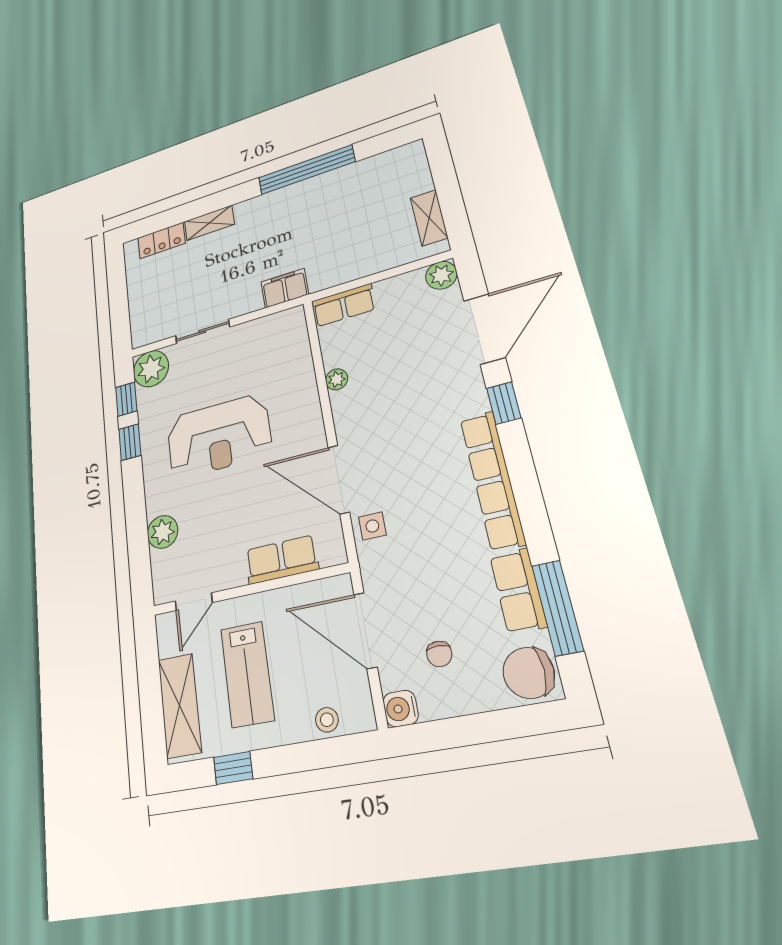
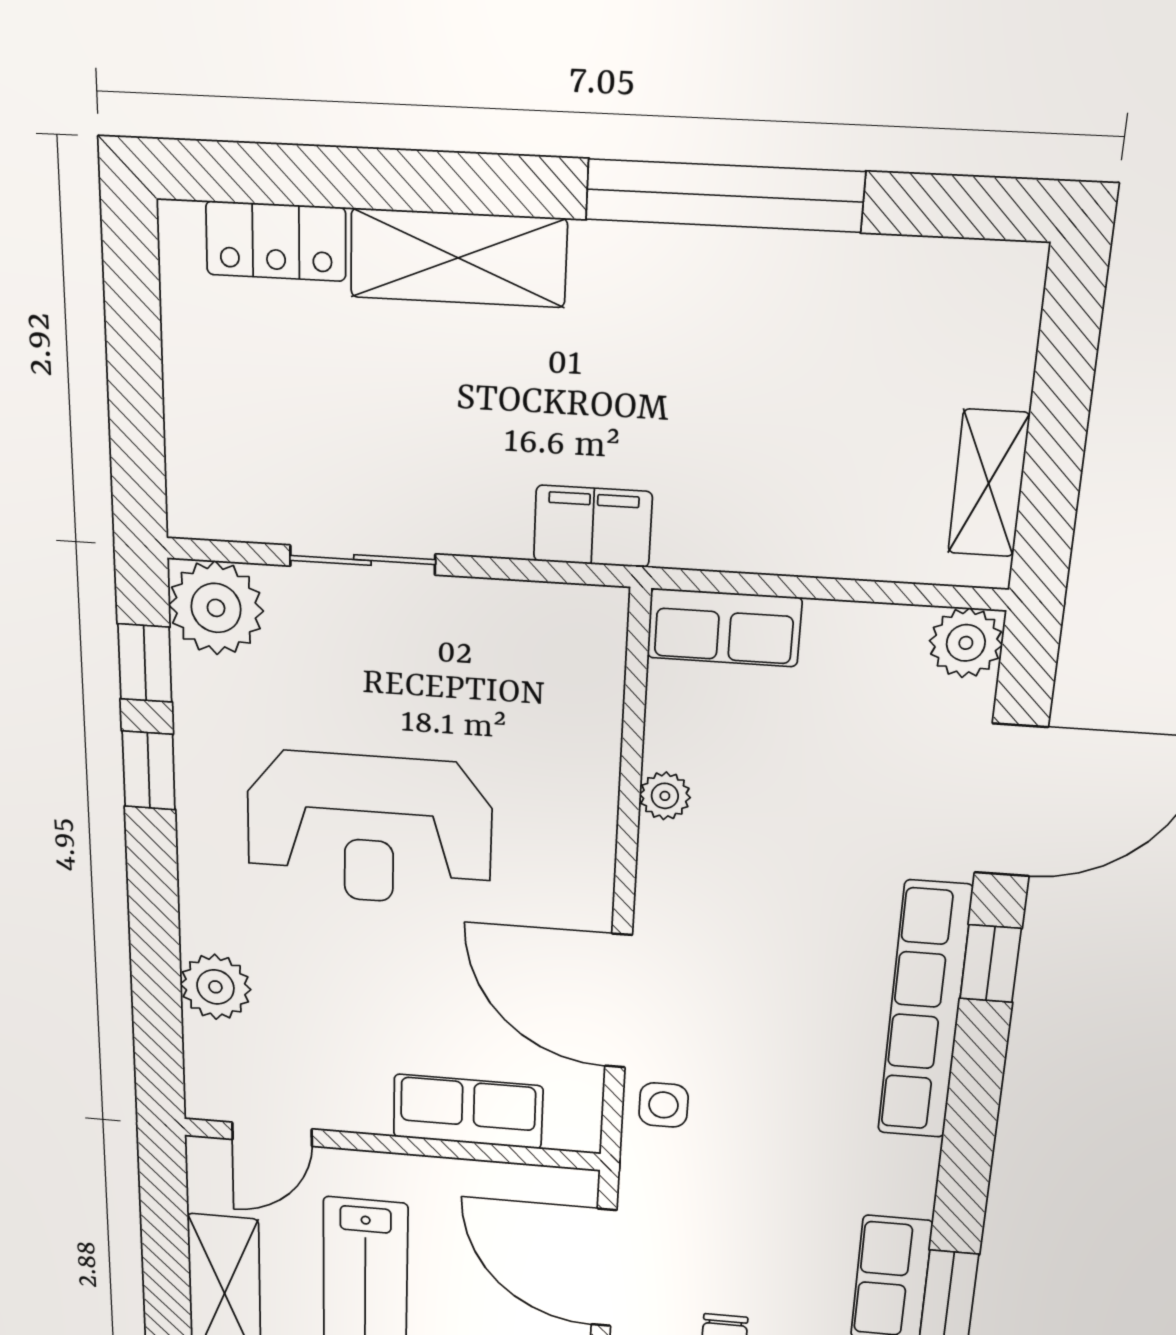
shelving: (209, 223) -> (458, 258), width x1.50, depth x1.33
row of seats: (492, 480) -> (925, 1011), moved

